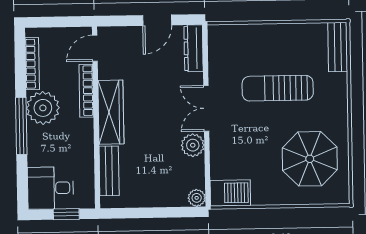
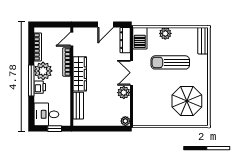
plant: (268, 35) -> (165, 33), added
printer: (37, 138) -> (40, 87), added
barbecue: (230, 193) -> (140, 38), moved, turned 90

